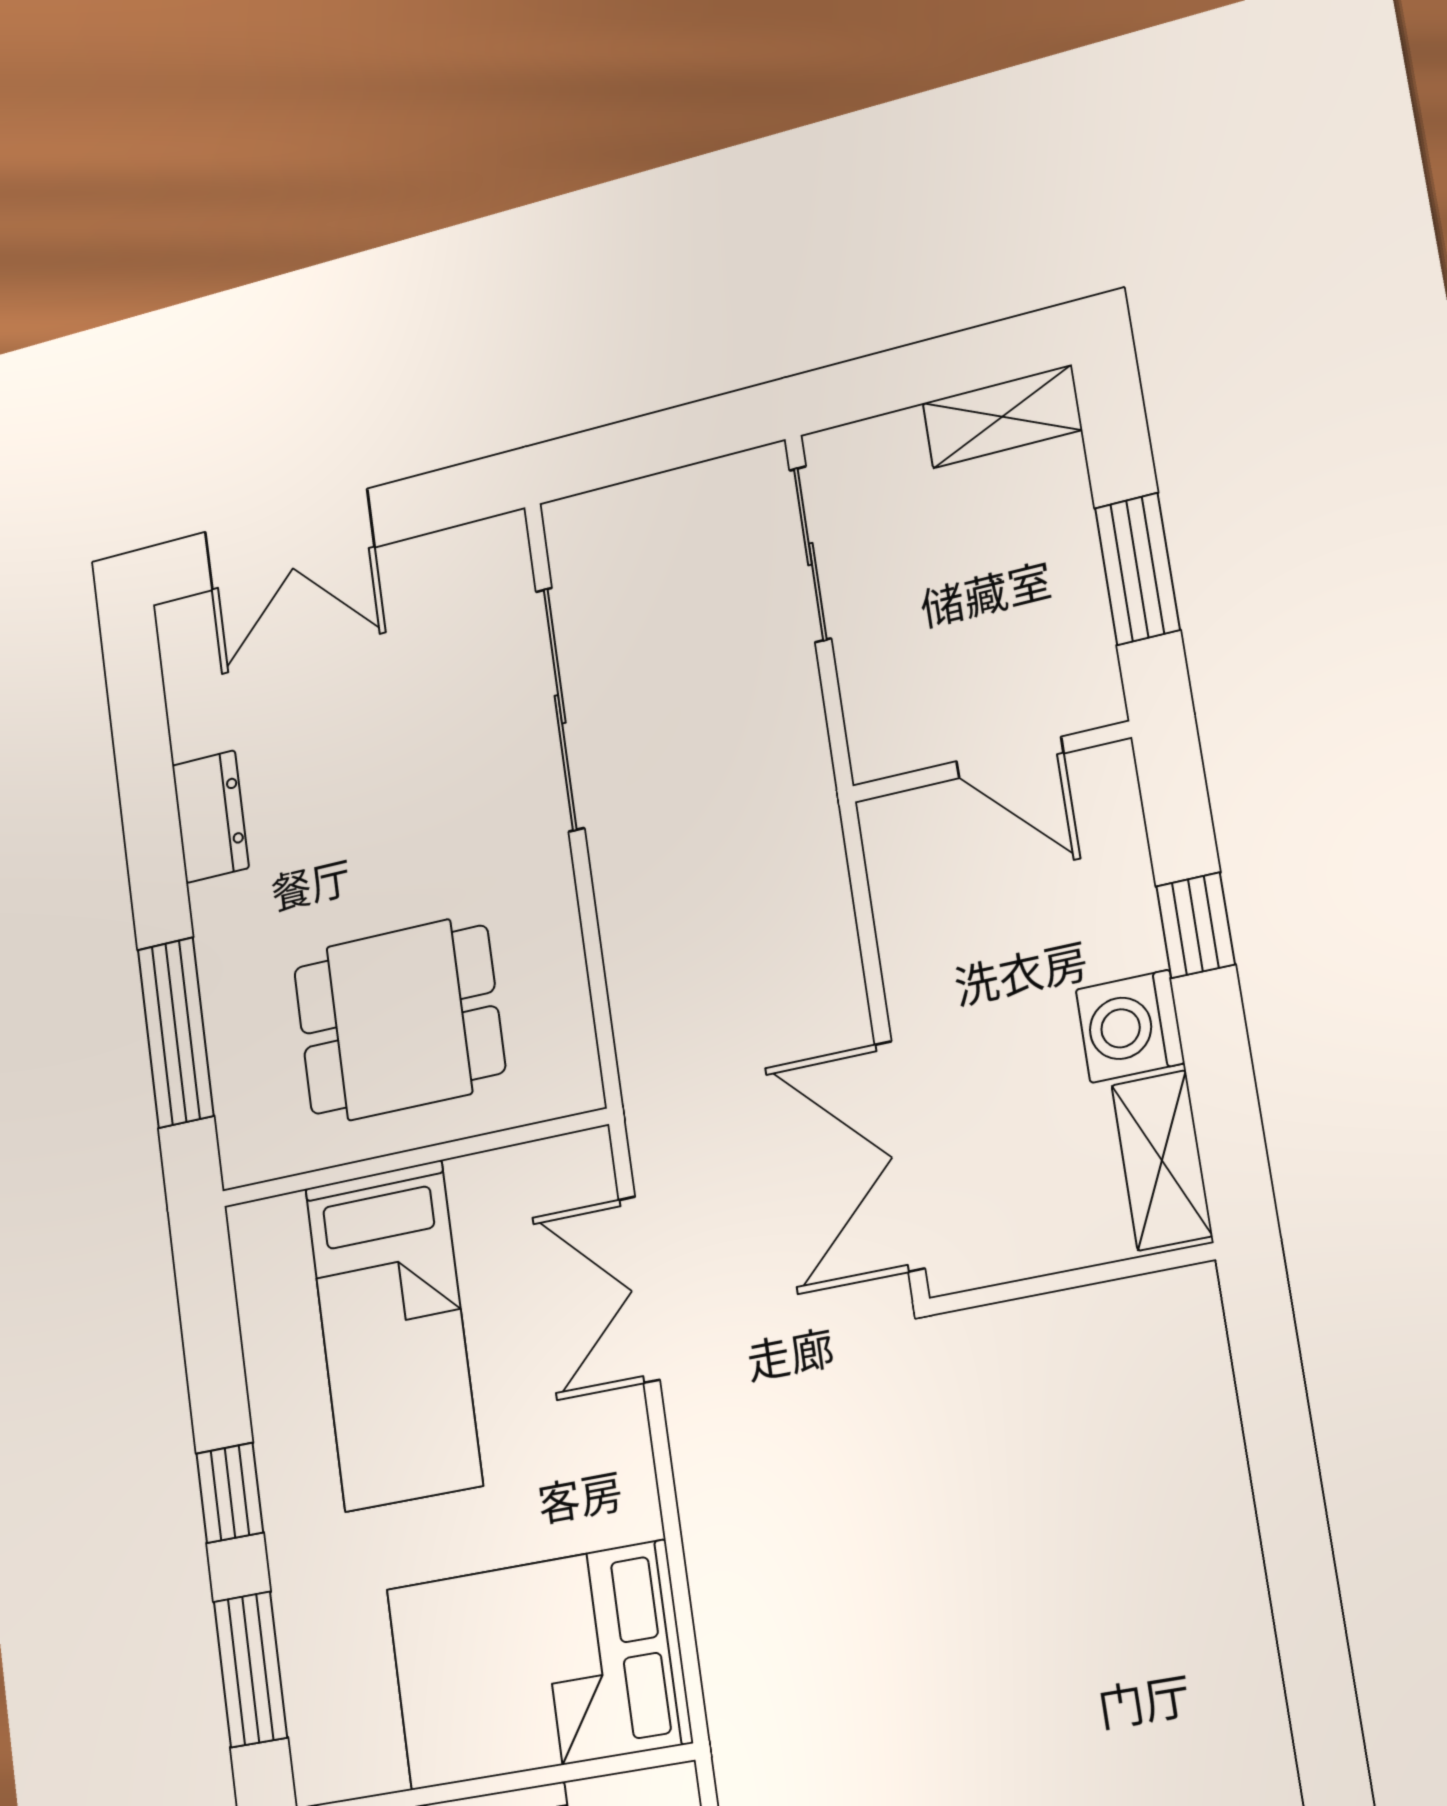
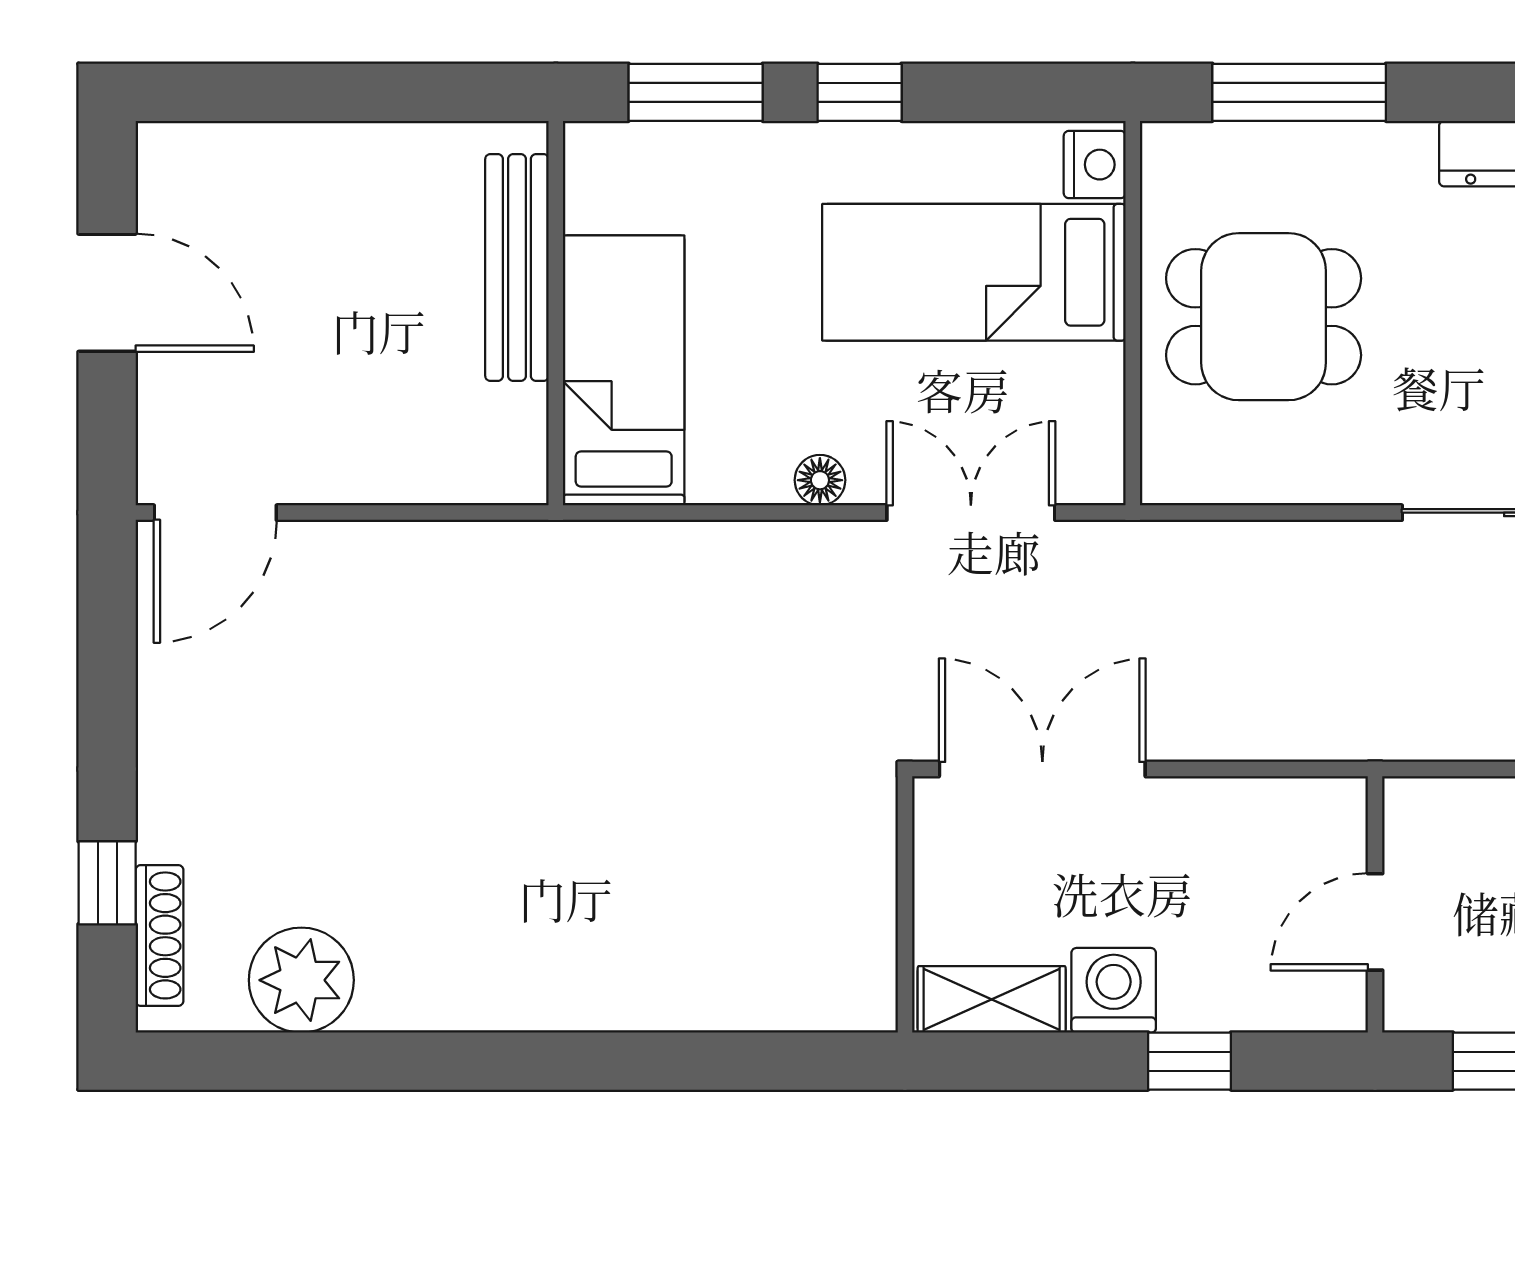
dining table: (399, 1020) -> (1264, 317), turned 90
nightstand: (271, 1229) -> (1095, 165), added
floor lamp: (628, 1461) -> (820, 480), added
bed: (538, 1665) -> (624, 370), width x0.67

